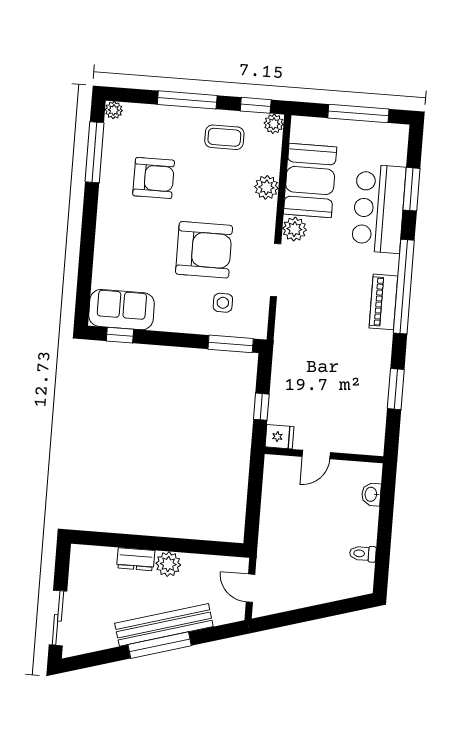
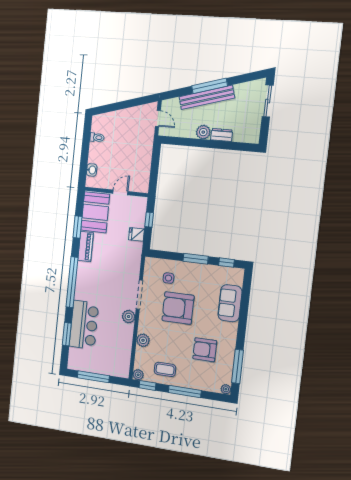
booth: (310, 181) -> (95, 212), moved
piano: (383, 302) -> (86, 247), moved
sofa: (122, 310) -> (230, 303), moved, turned 90
window: (231, 344) -> (196, 259), moved
fridge: (280, 437) -> (136, 234), moved

